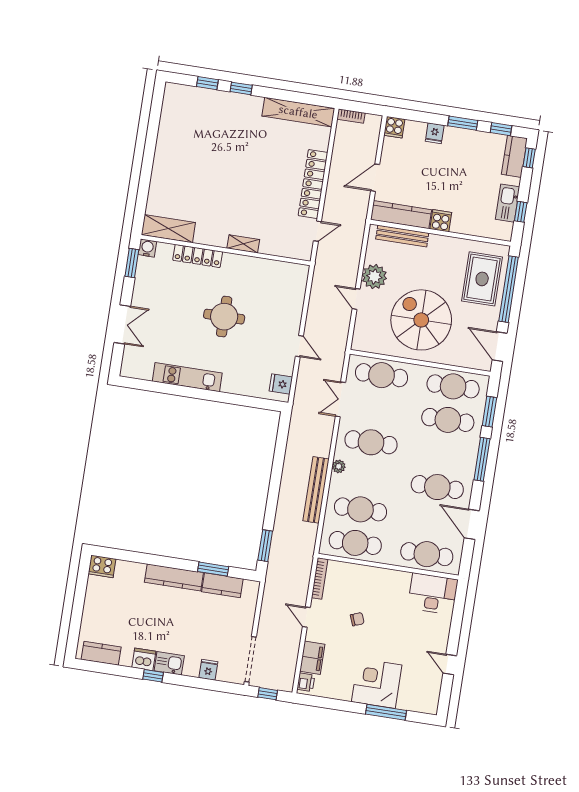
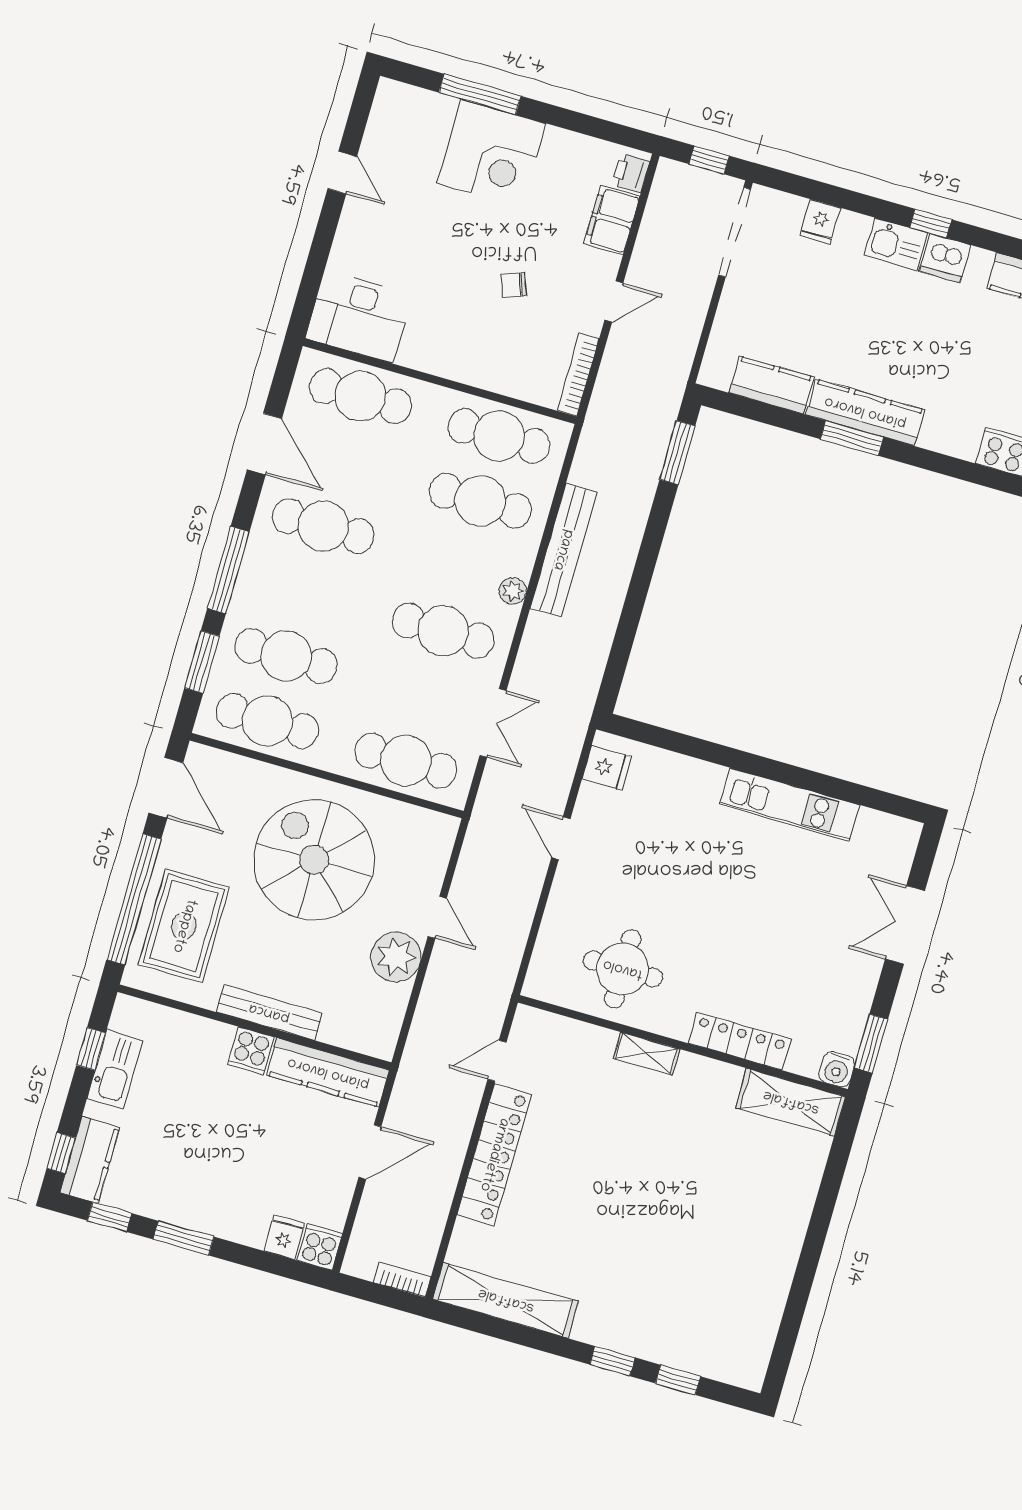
fridge: (435, 133) -> (284, 1237), moved
bench: (402, 236) -> (269, 1013), moved
round table: (224, 317) -> (623, 969), moved
spiral stairs: (421, 320) -> (314, 860), turned 180
window: (213, 569) -> (852, 438), moved
door: (306, 617) -> (614, 301), hinge flipped

